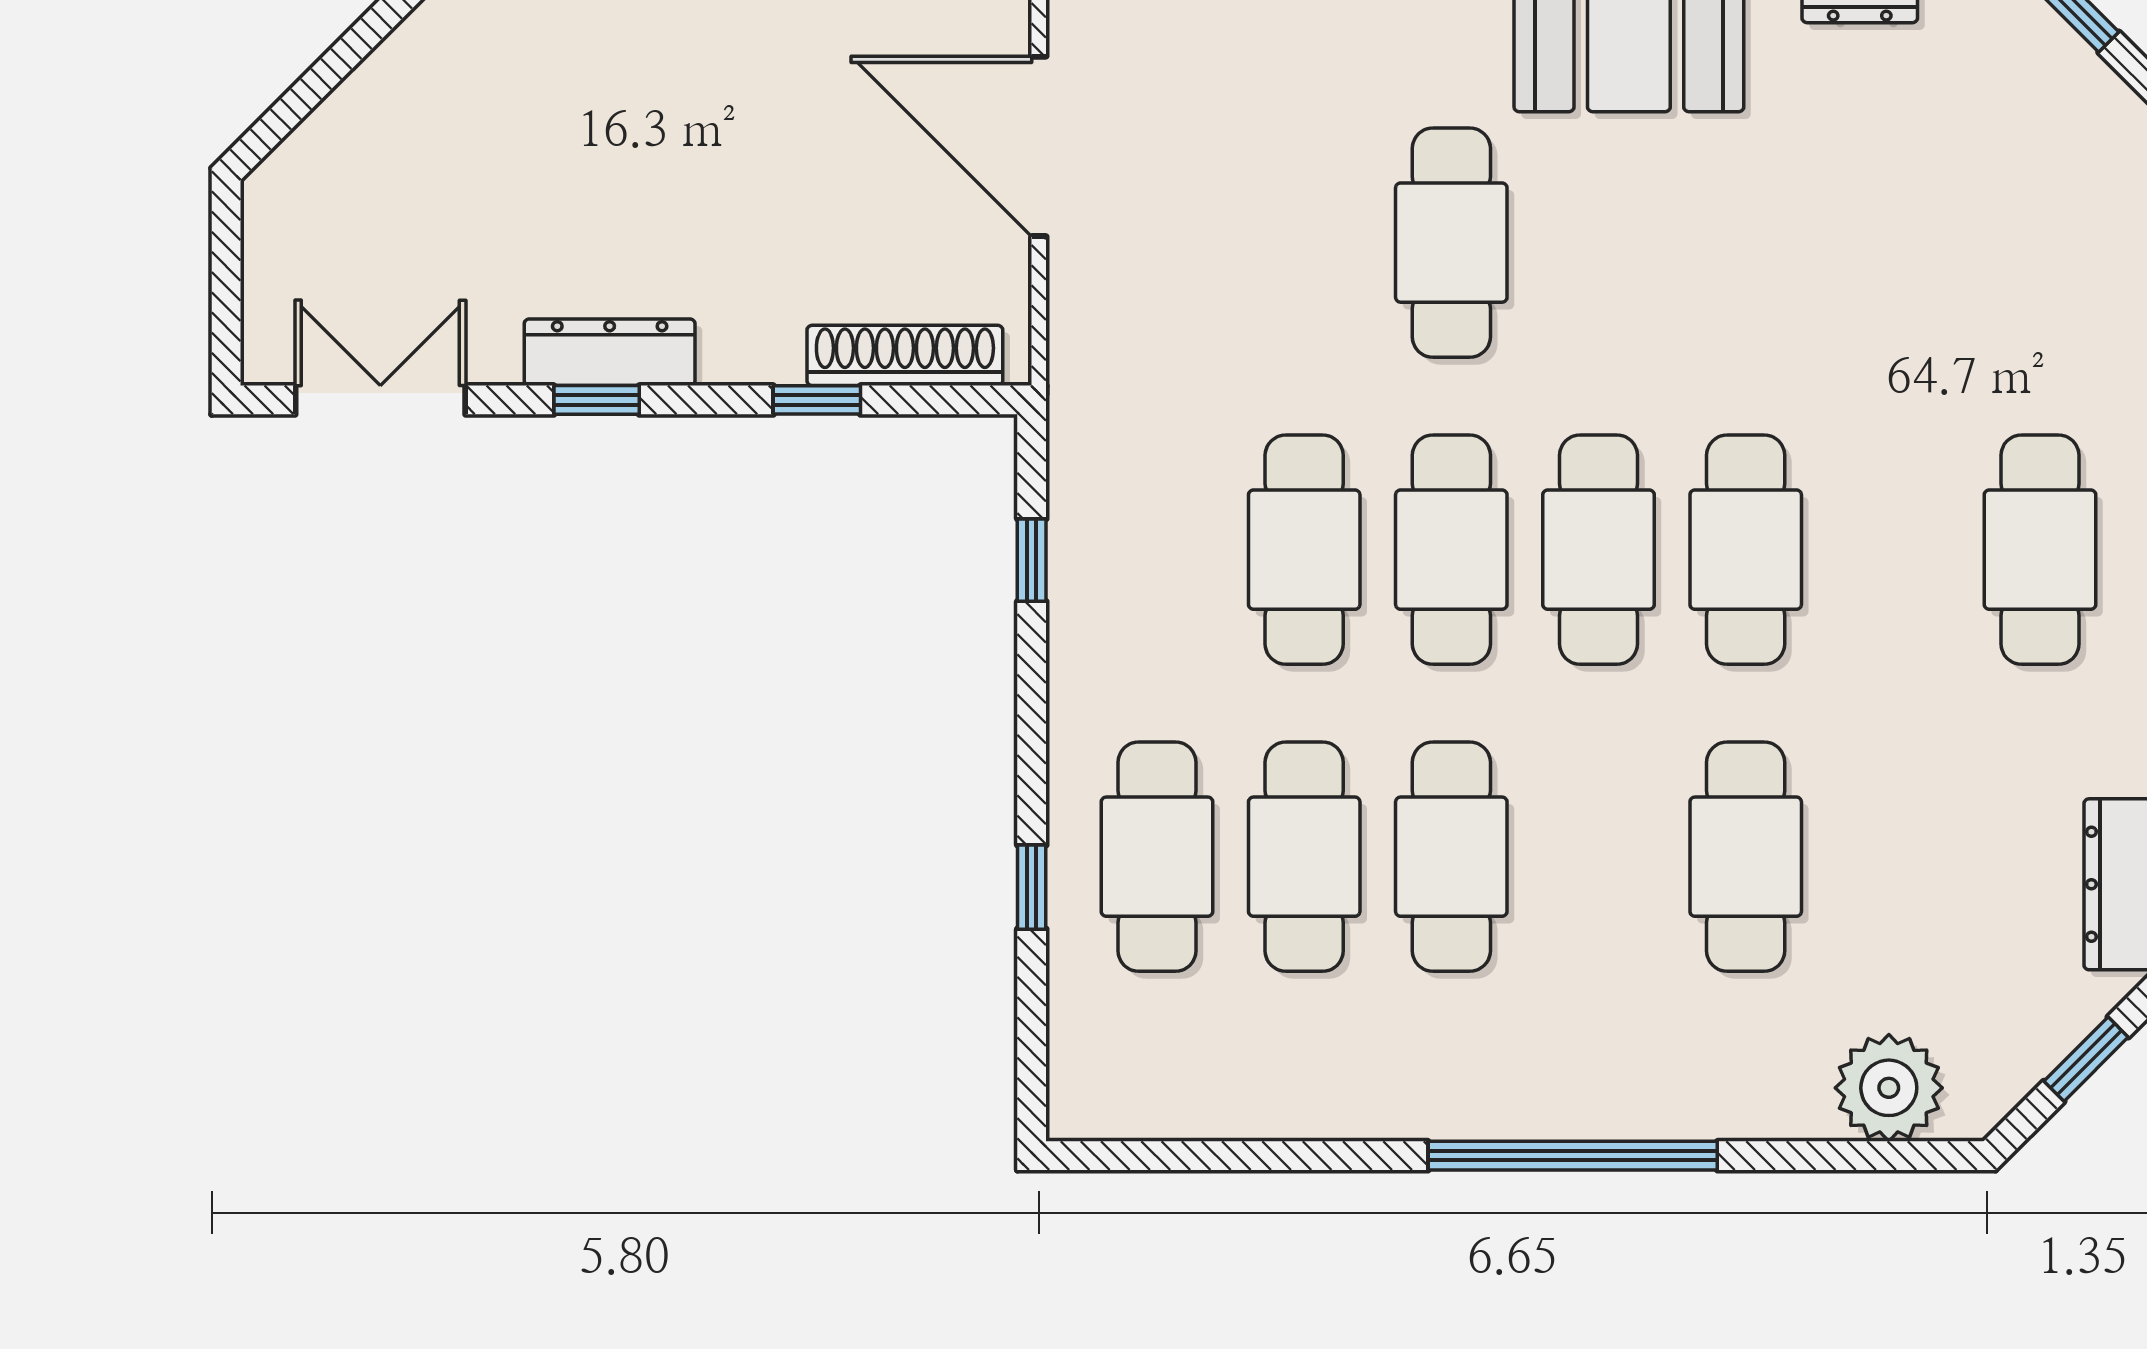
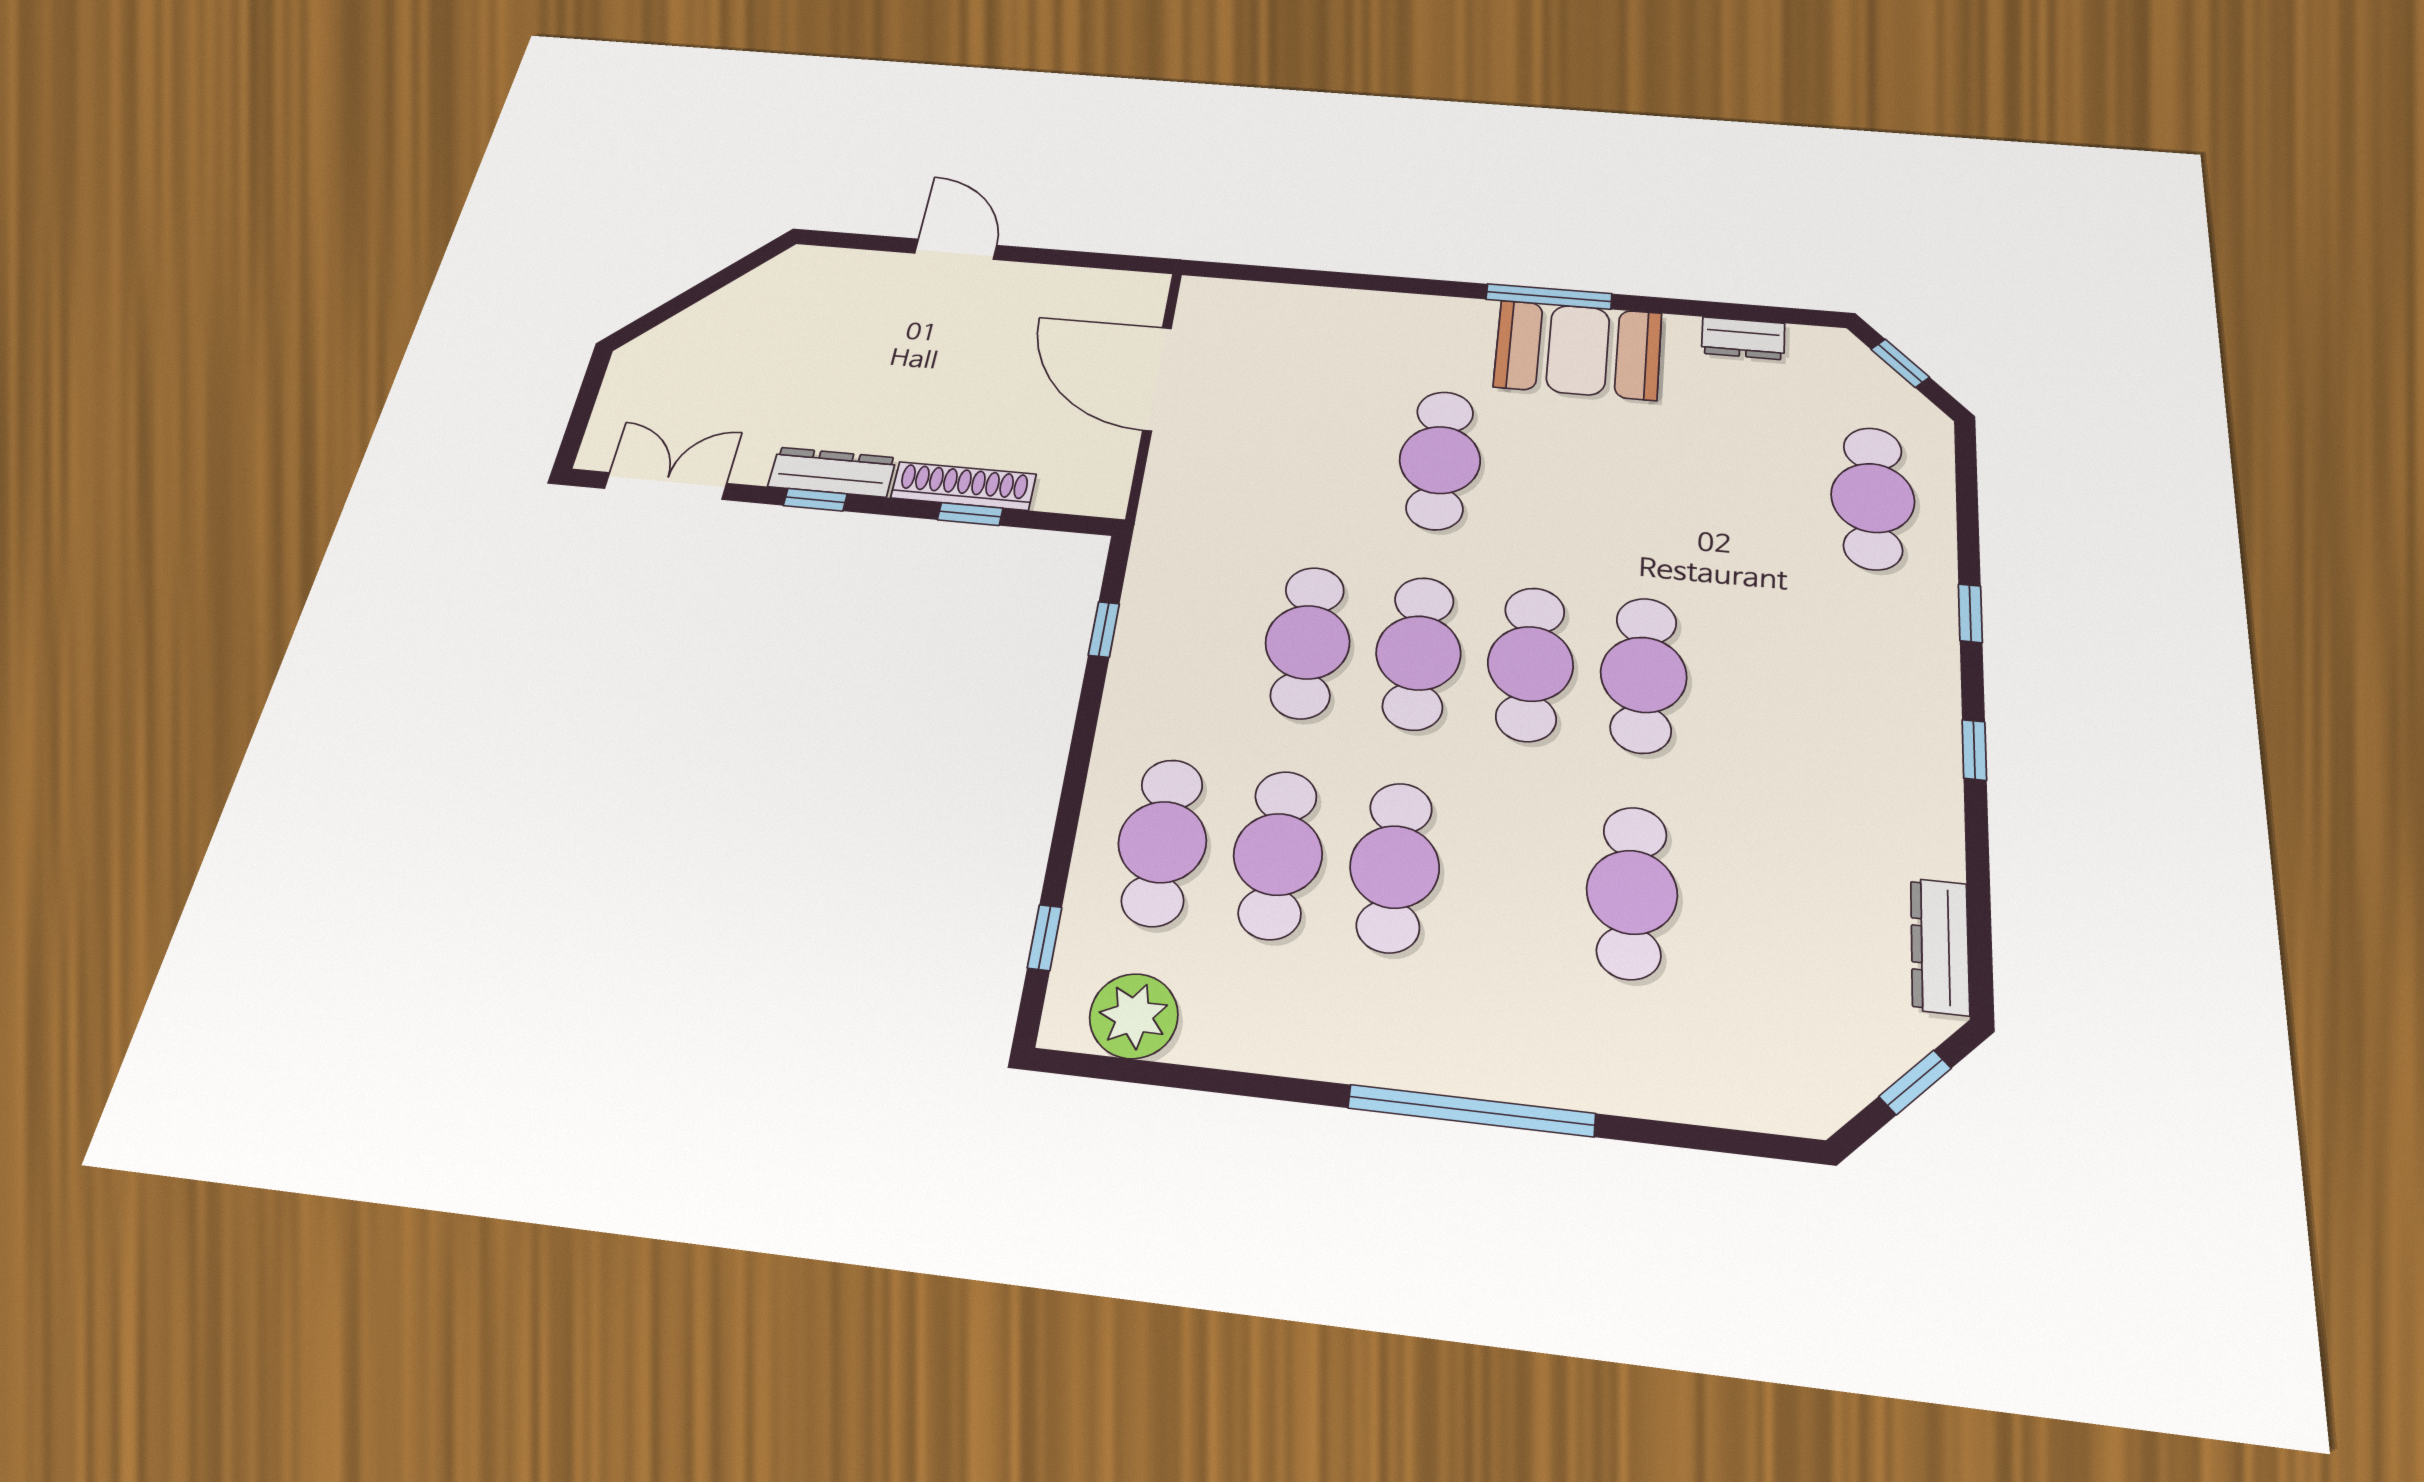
shoe rack: (905, 355) -> (963, 486), moved
cafe table: (2040, 550) -> (1873, 498), moved
window: (1032, 887) -> (1045, 938), moved
plant: (1889, 1088) -> (1134, 1016), moved

